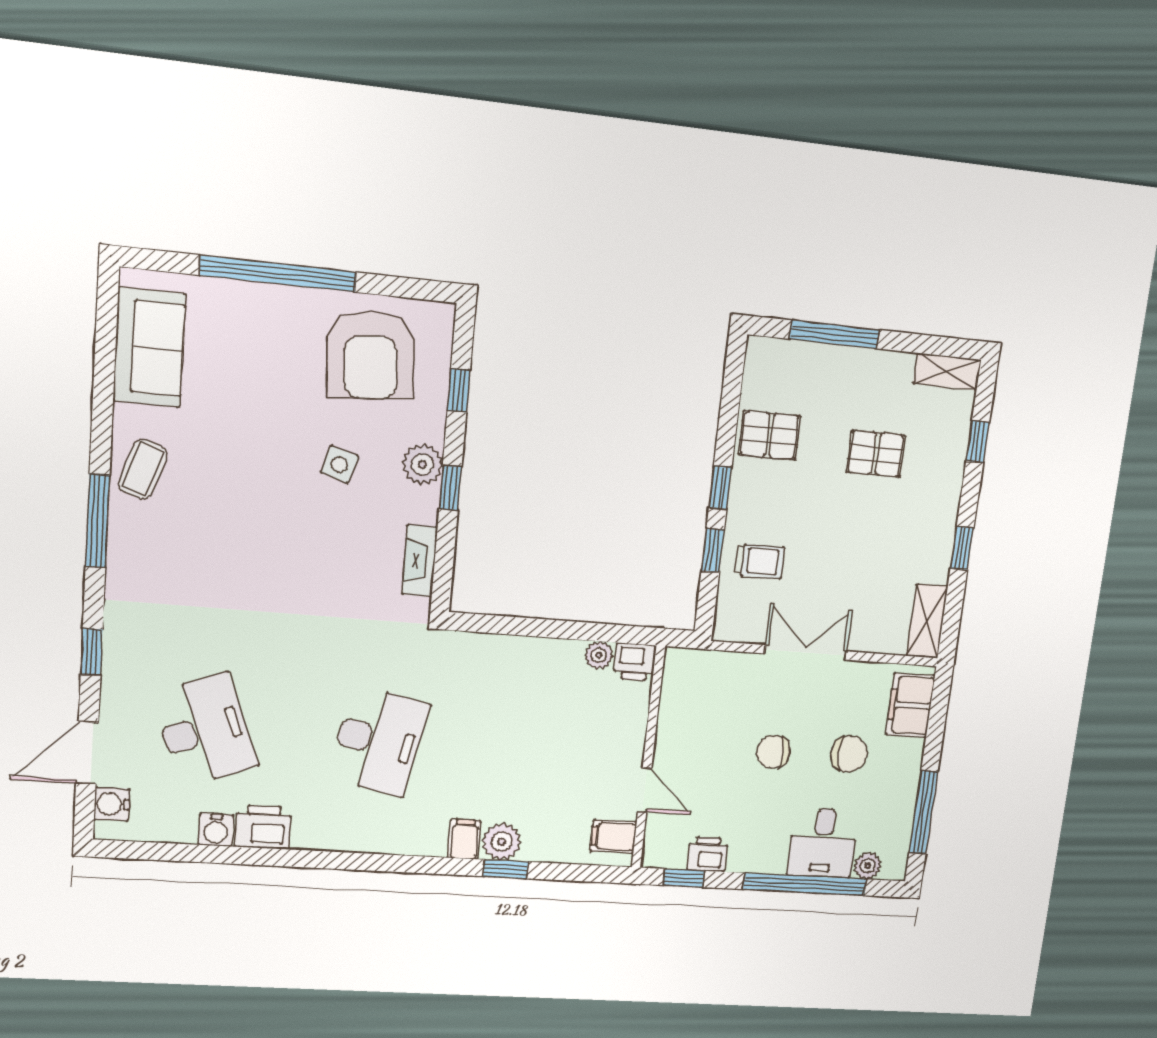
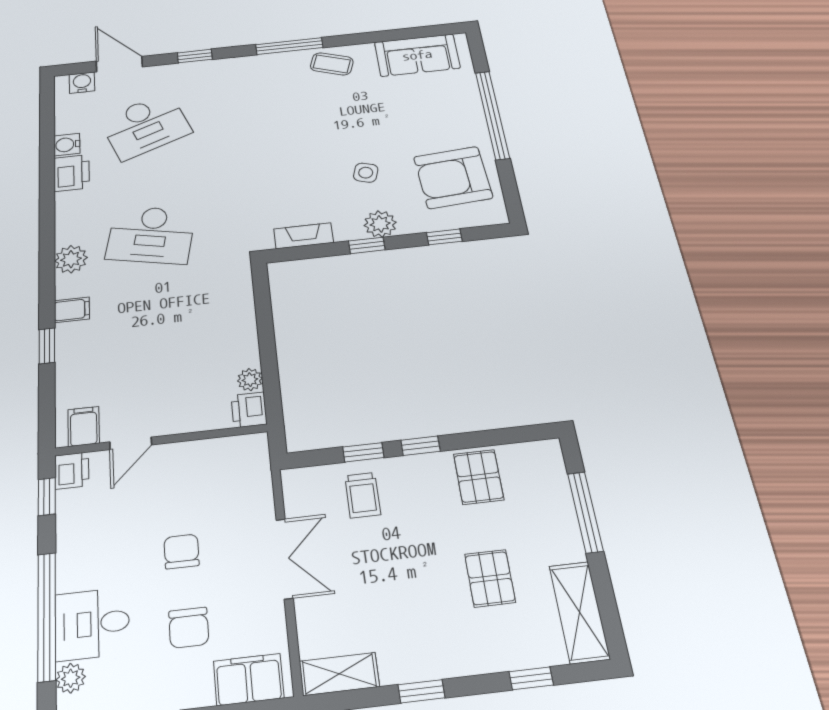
shelving: (947, 372) -> (579, 612), width x1.50, depth x1.33
plant: (502, 842) -> (71, 259), moved
printer: (707, 854) -> (72, 471), moved

